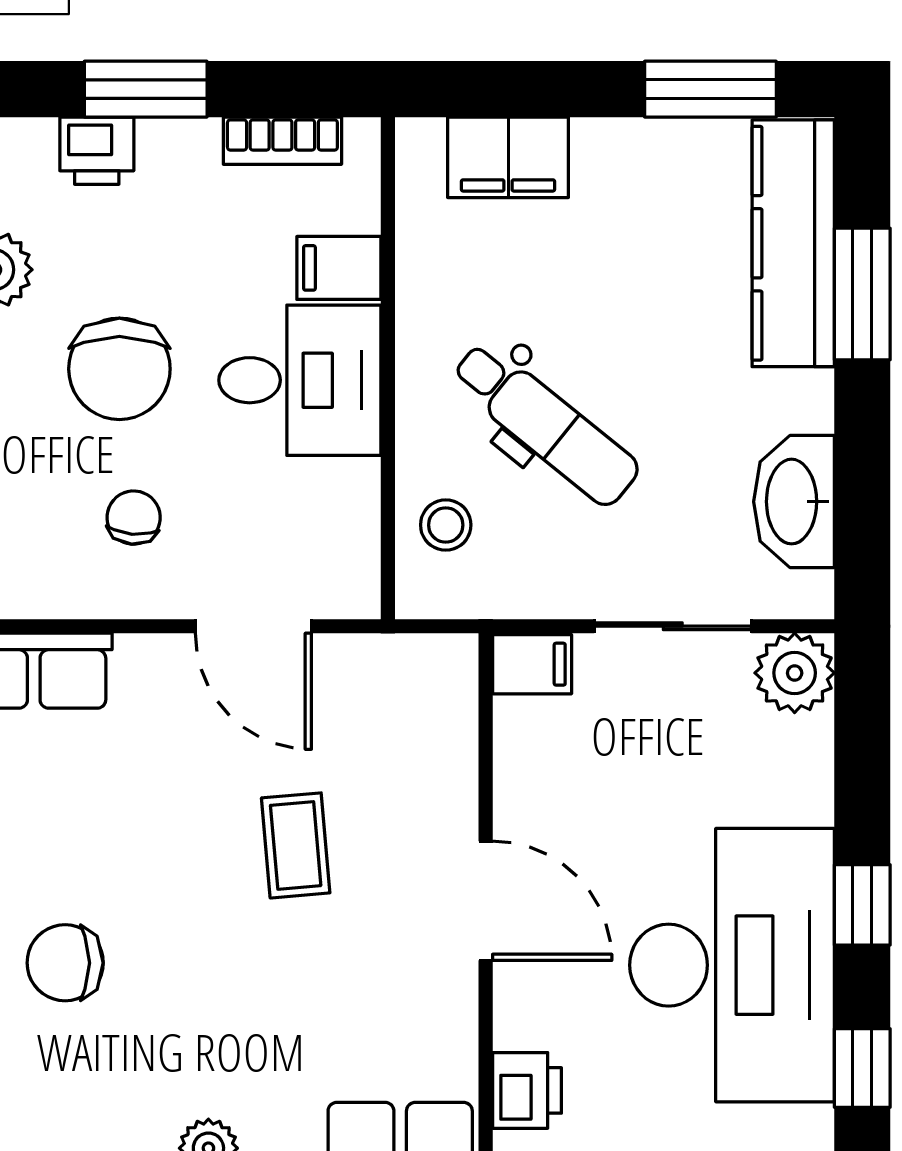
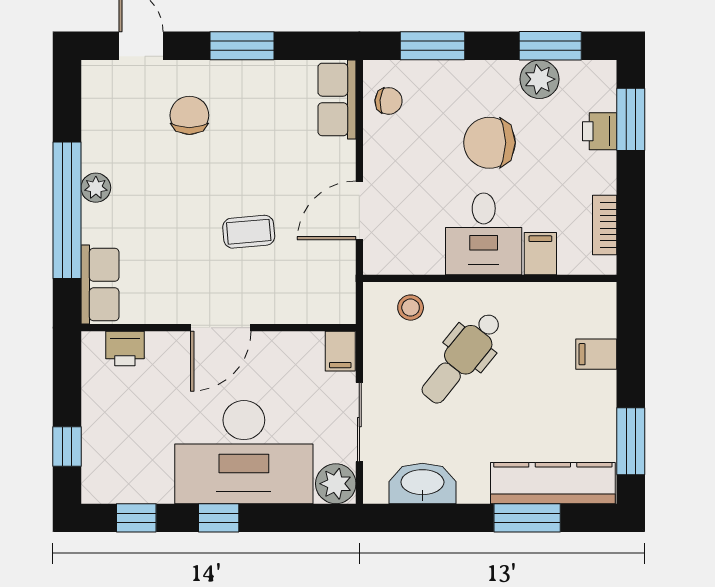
window: (146, 89) -> (631, 119), moved
filing cabinet: (508, 157) -> (596, 354), width x0.50
chair: (134, 518) -> (389, 101), moved
desk: (732, 965) -> (244, 452), moved

